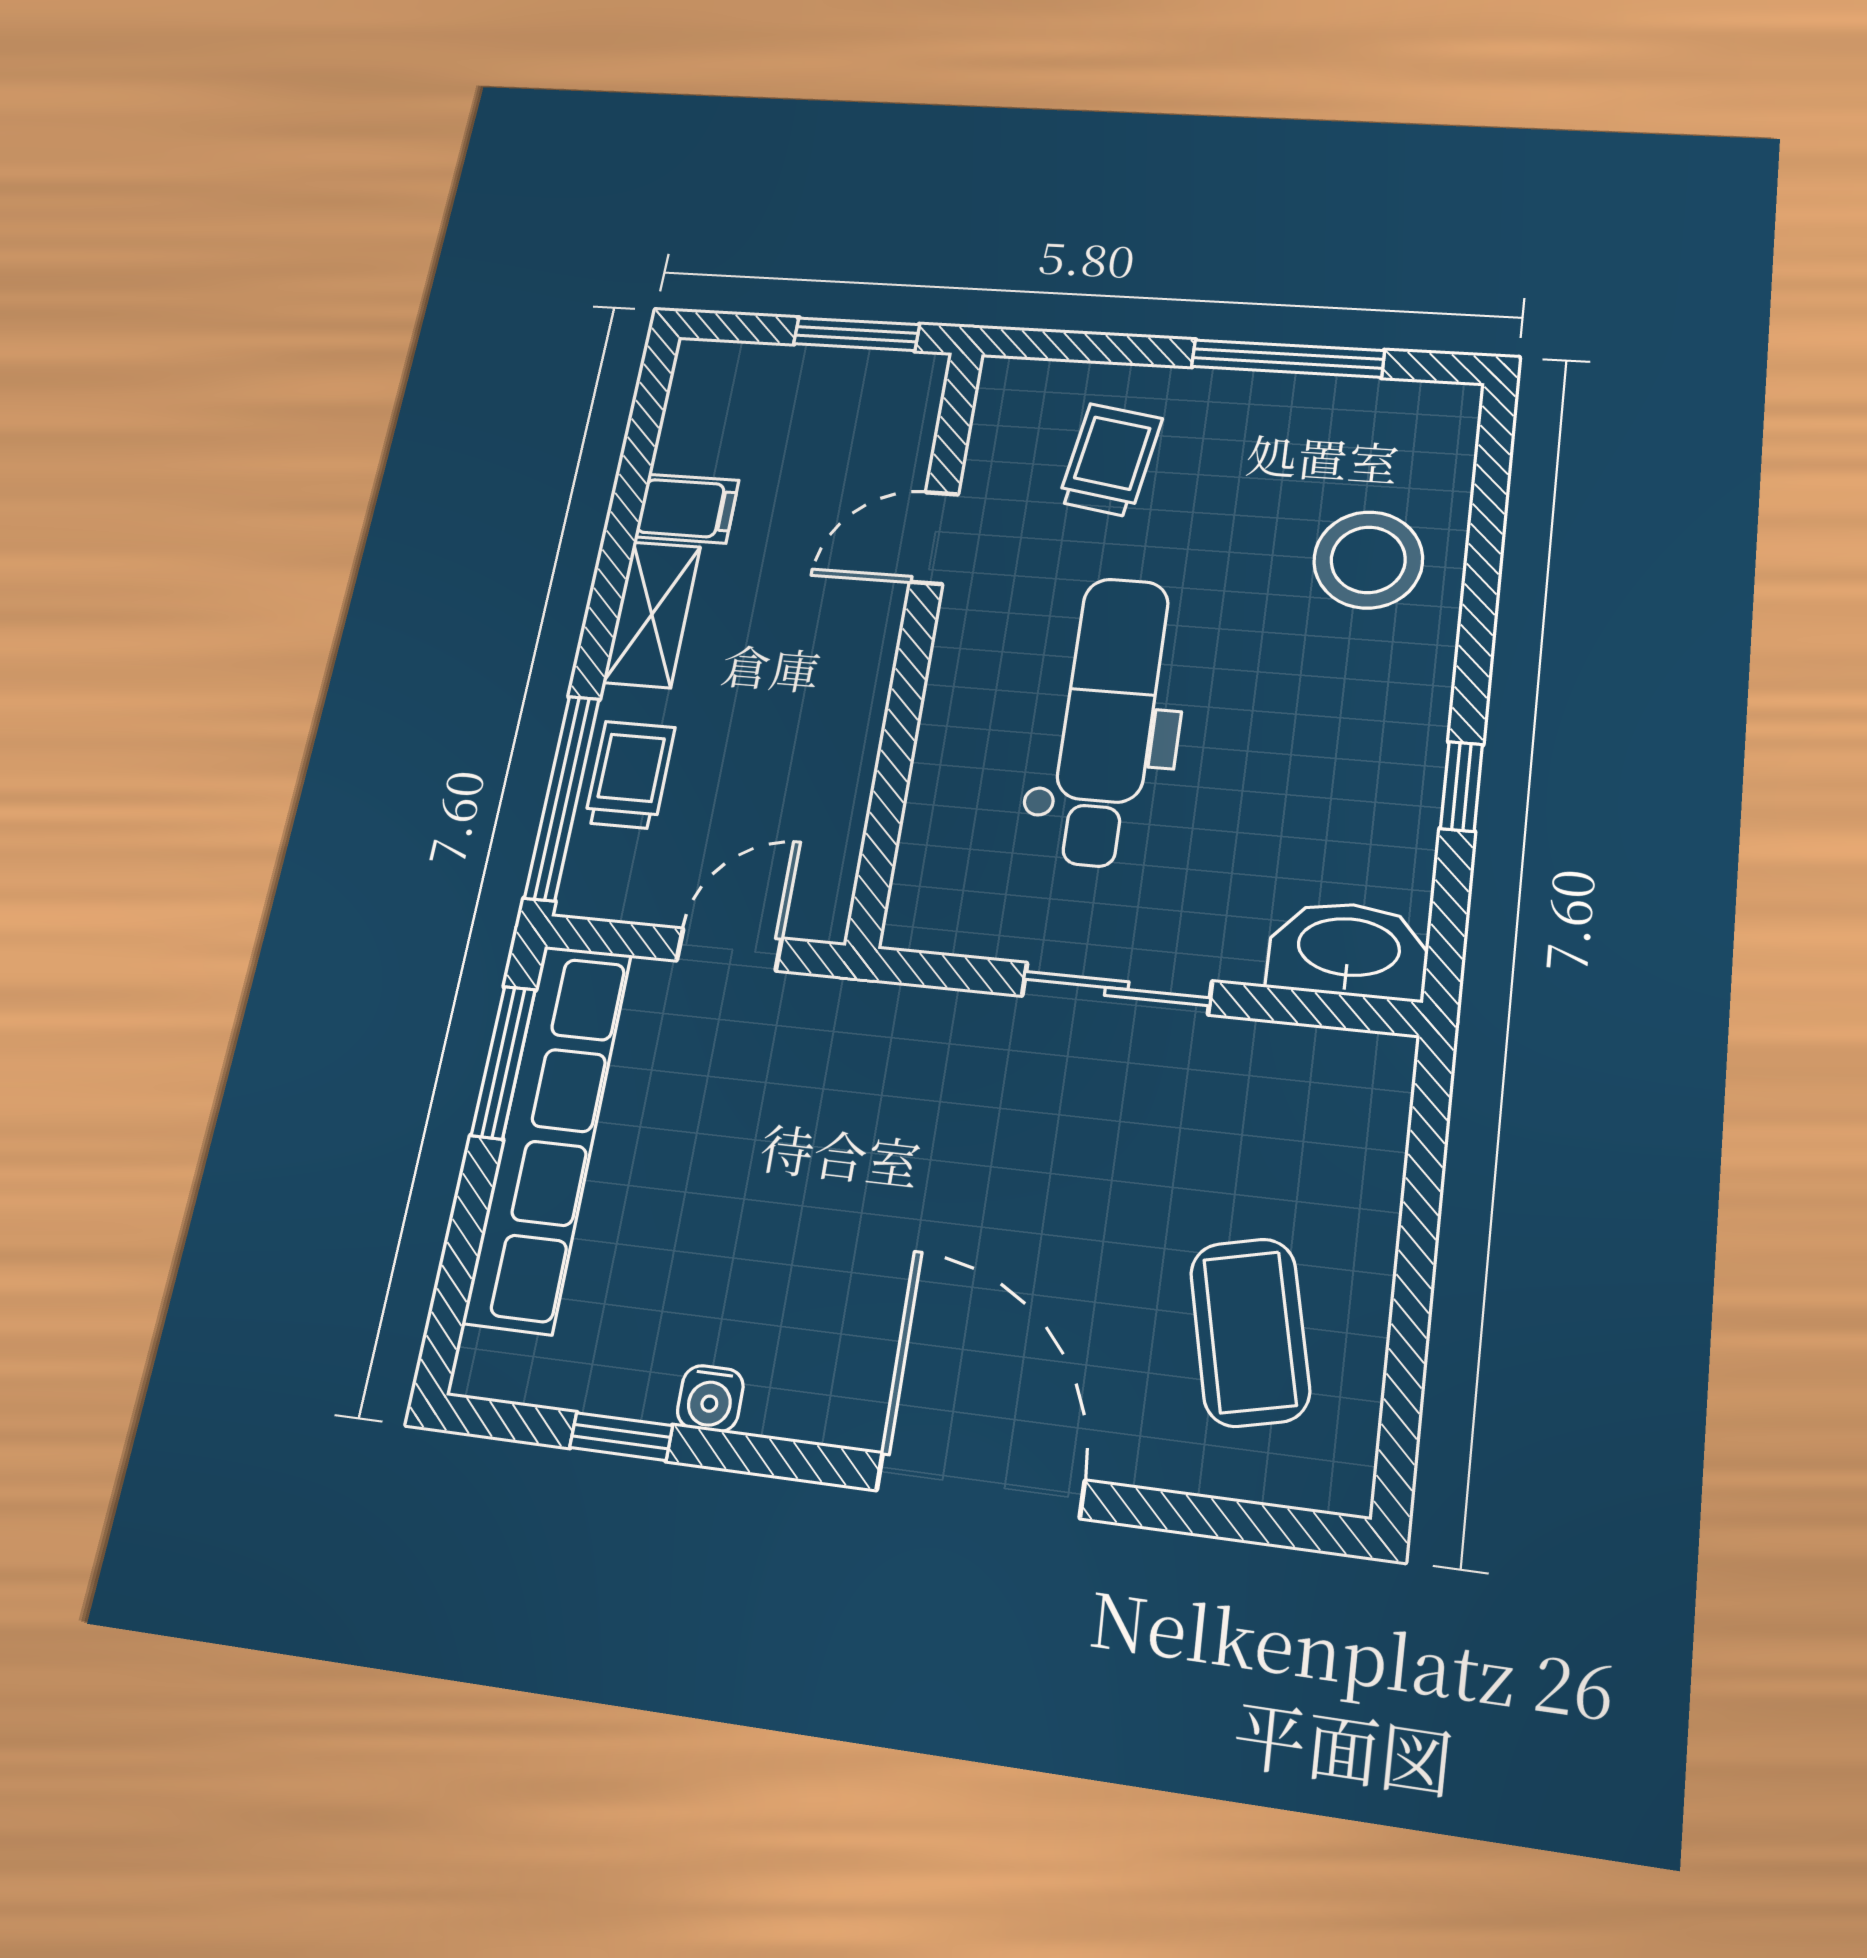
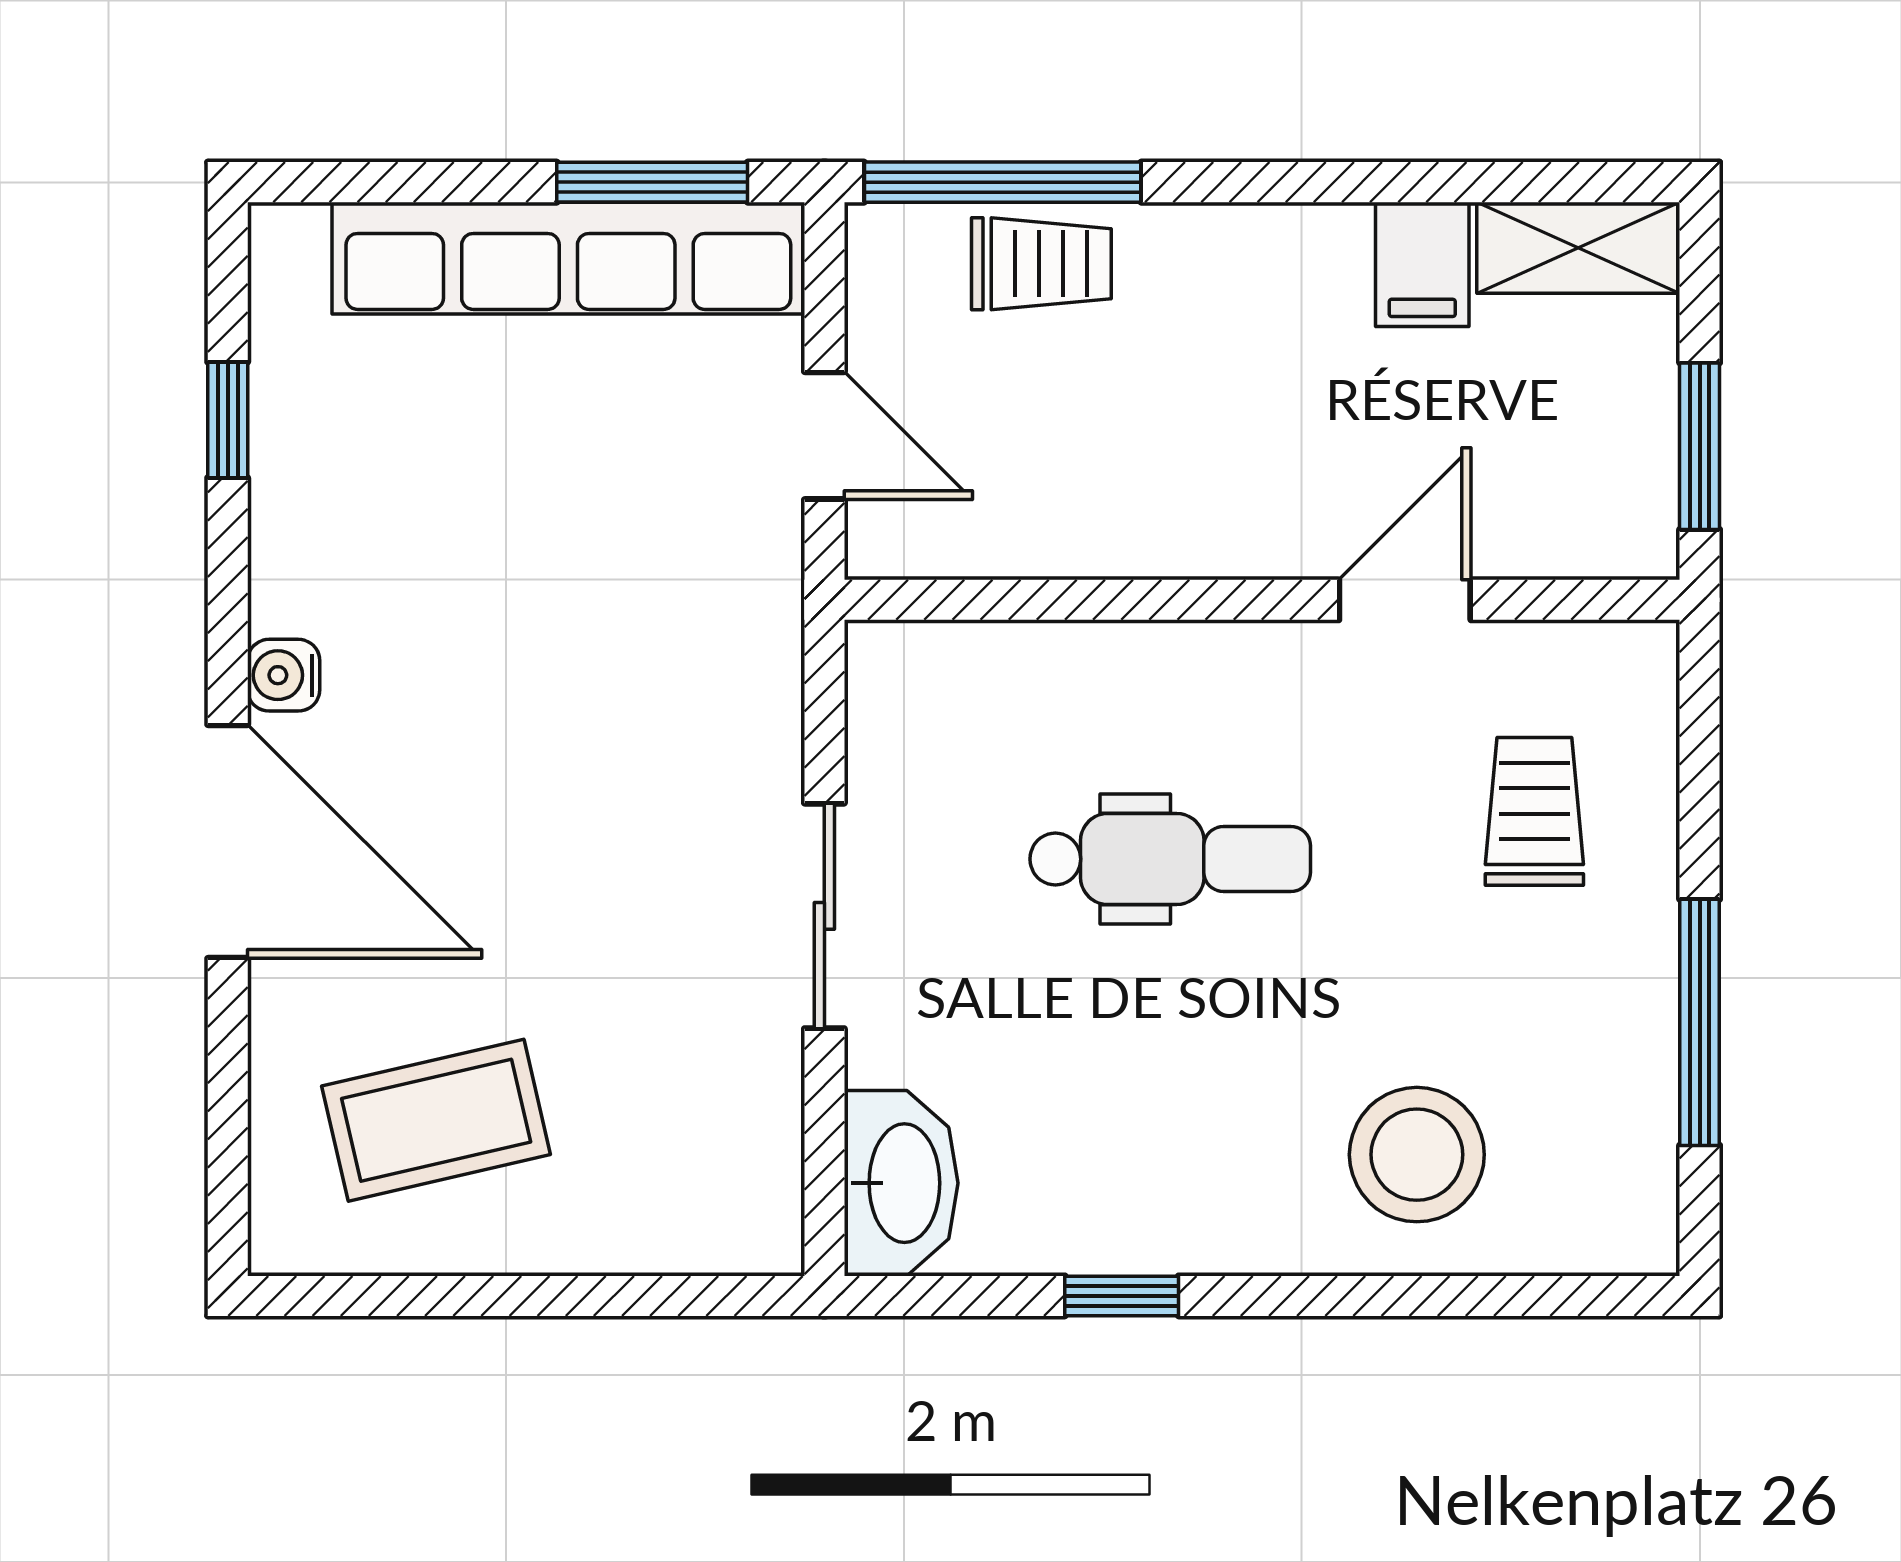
trolley: (1110, 460) -> (1534, 811), turned -99
door: (934, 538) -> (1405, 600), hinge flipped
shelving: (652, 614) -> (1578, 248), moved
dental chair: (1108, 720) -> (1170, 859), width x0.73, depth x0.72
water cooler: (710, 1399) -> (284, 675), moved
door: (980, 1485) -> (228, 842), hinge flipped

